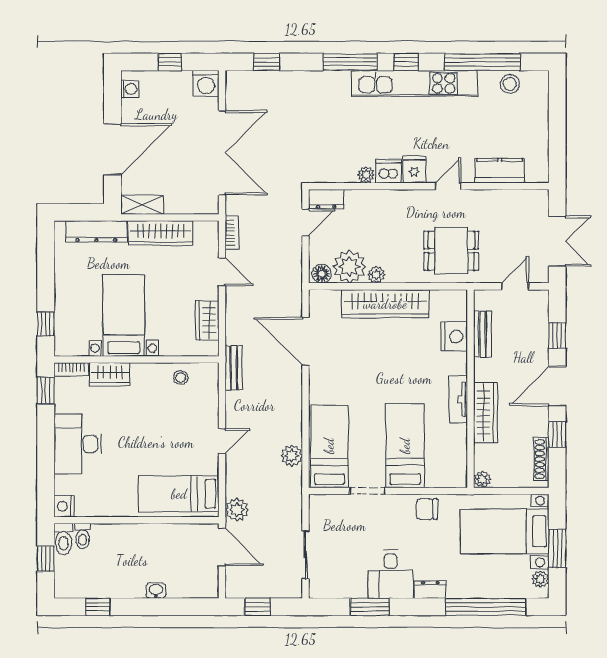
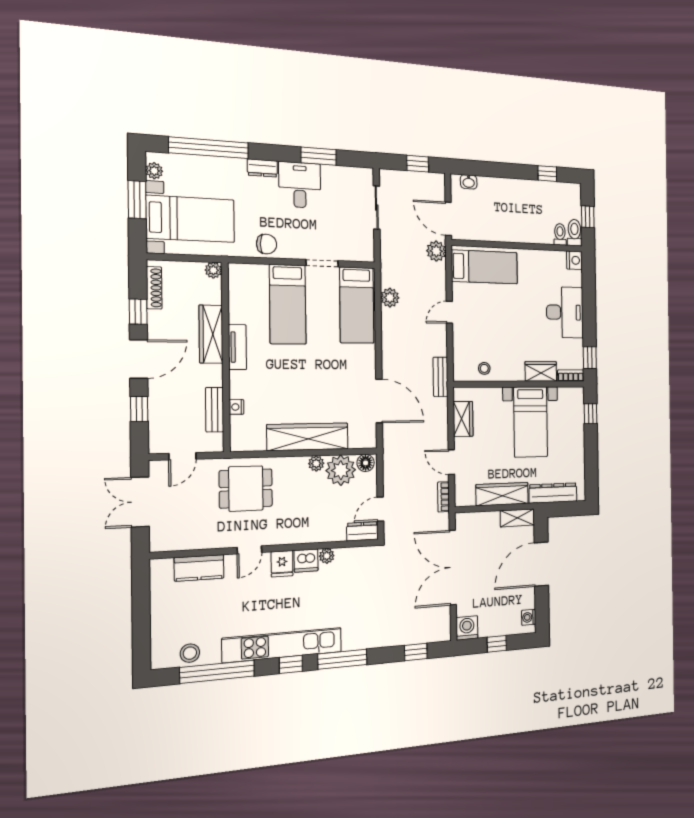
nightstand: (454, 336) -> (237, 407), width x0.53, depth x0.56
washbasin: (156, 591) -> (469, 182), moved

